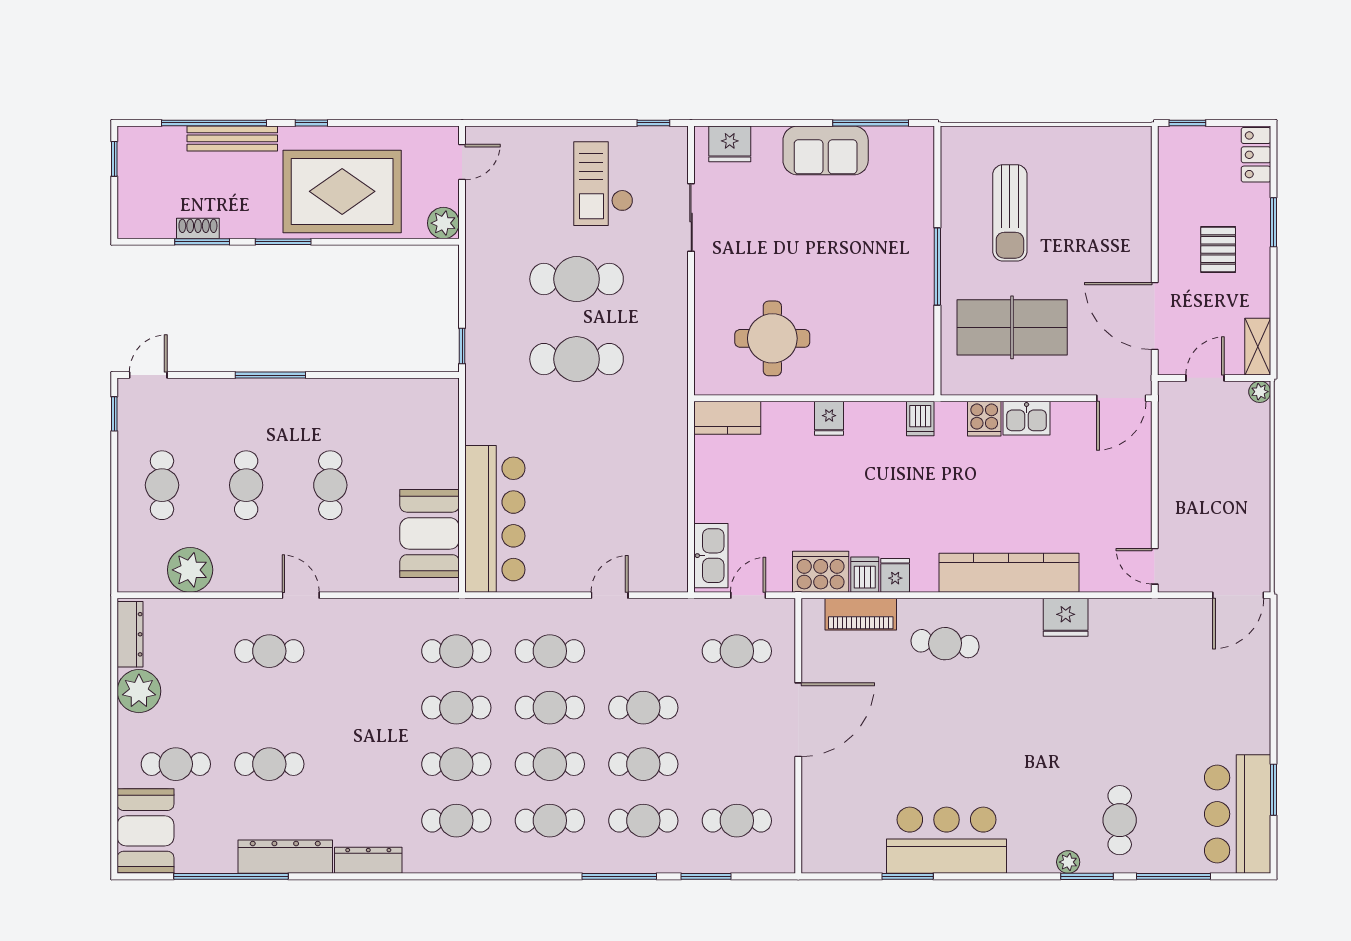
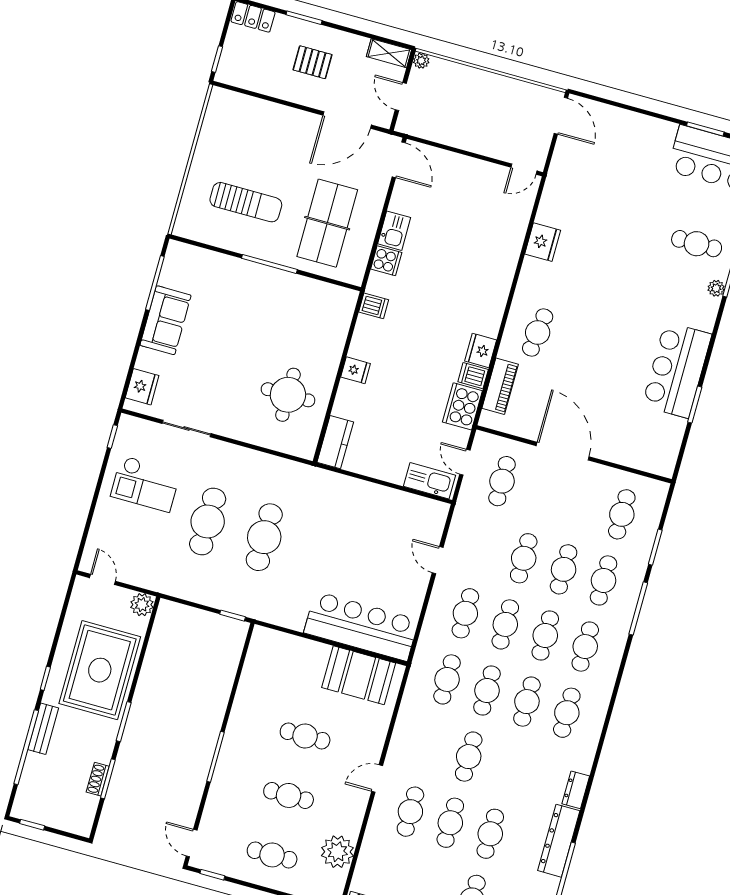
bench: (232, 138) -> (43, 729), width x0.73
kitchen counter: (1009, 573) -> (500, 273), removed
fridge: (895, 575) -> (481, 350), width x1.38
cafe table: (269, 708) -> (450, 823), added
cafe table: (363, 708) -> (469, 757), added
dresser: (368, 860) -> (576, 790), width x0.70

